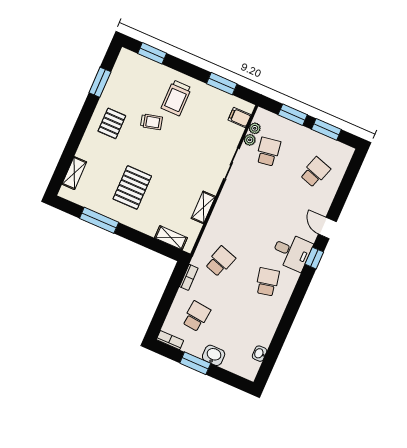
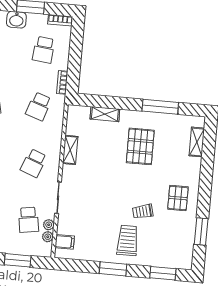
window: (222, 84) -> (113, 269), moved
school desk: (244, 206) -> (34, 163), added
shelving: (171, 238) -> (105, 114), moved

